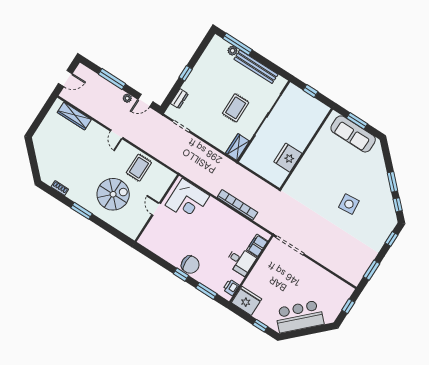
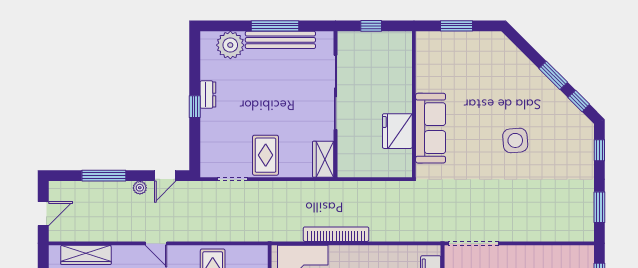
window: (237, 44) -> (275, 26), moved
plant: (233, 51) -> (230, 45), width x1.88, depth x1.88
dresser: (179, 99) -> (208, 95), moved
rug: (236, 108) -> (266, 155), moved
sofa: (353, 134) -> (431, 128), moved, turned -90
bookcase: (237, 205) -> (336, 234), moved

